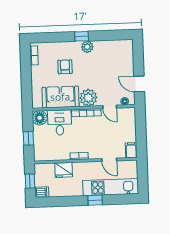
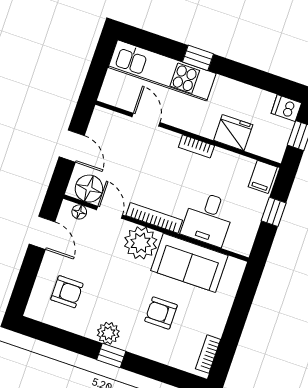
armchair: (116, 59) -> (67, 292), added
armchair: (65, 67) -> (161, 313), turned 90
floor lamp: (40, 118) -> (89, 189), moved
door: (141, 132) -> (72, 146), added
filing cabinet: (131, 150) -> (263, 177), moved

